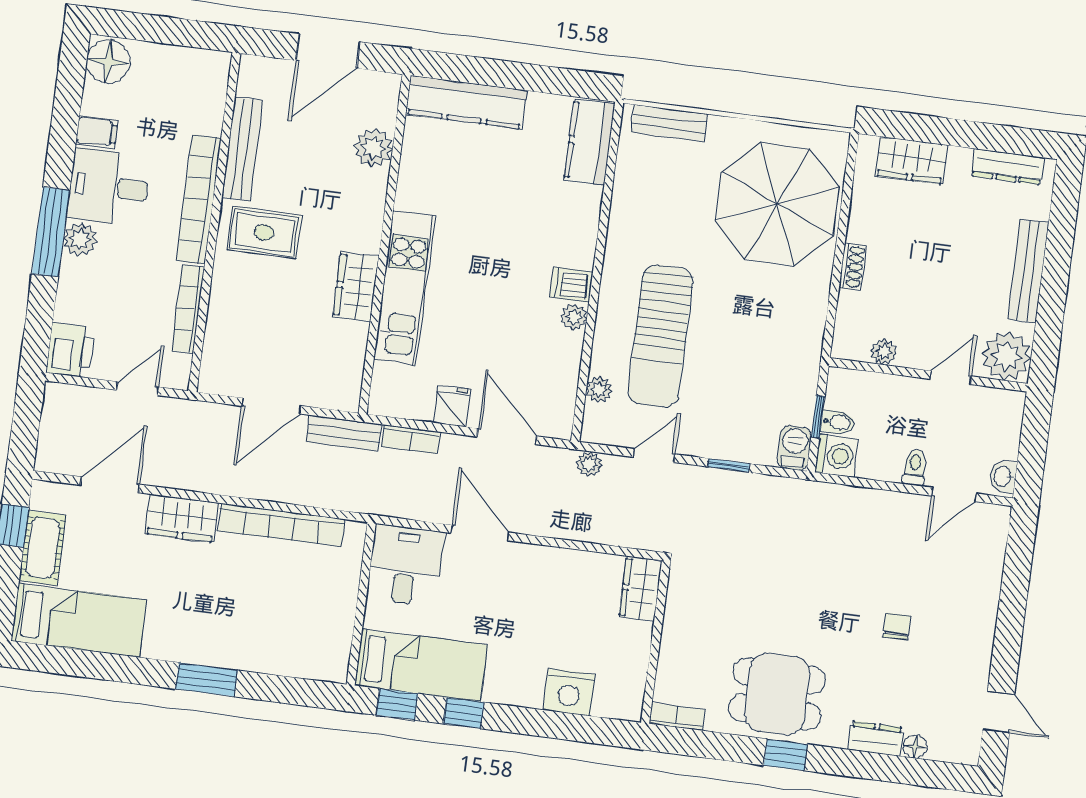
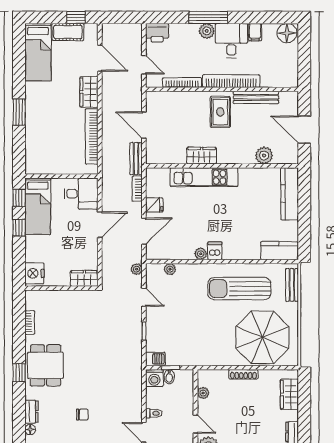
shoe rack: (853, 266) -> (243, 374), width x1.43
sun lounger: (660, 336) -> (239, 289), moved
wardrobe: (641, 589) -> (84, 278), moved
wall: (656, 642) -> (61, 288), moved

